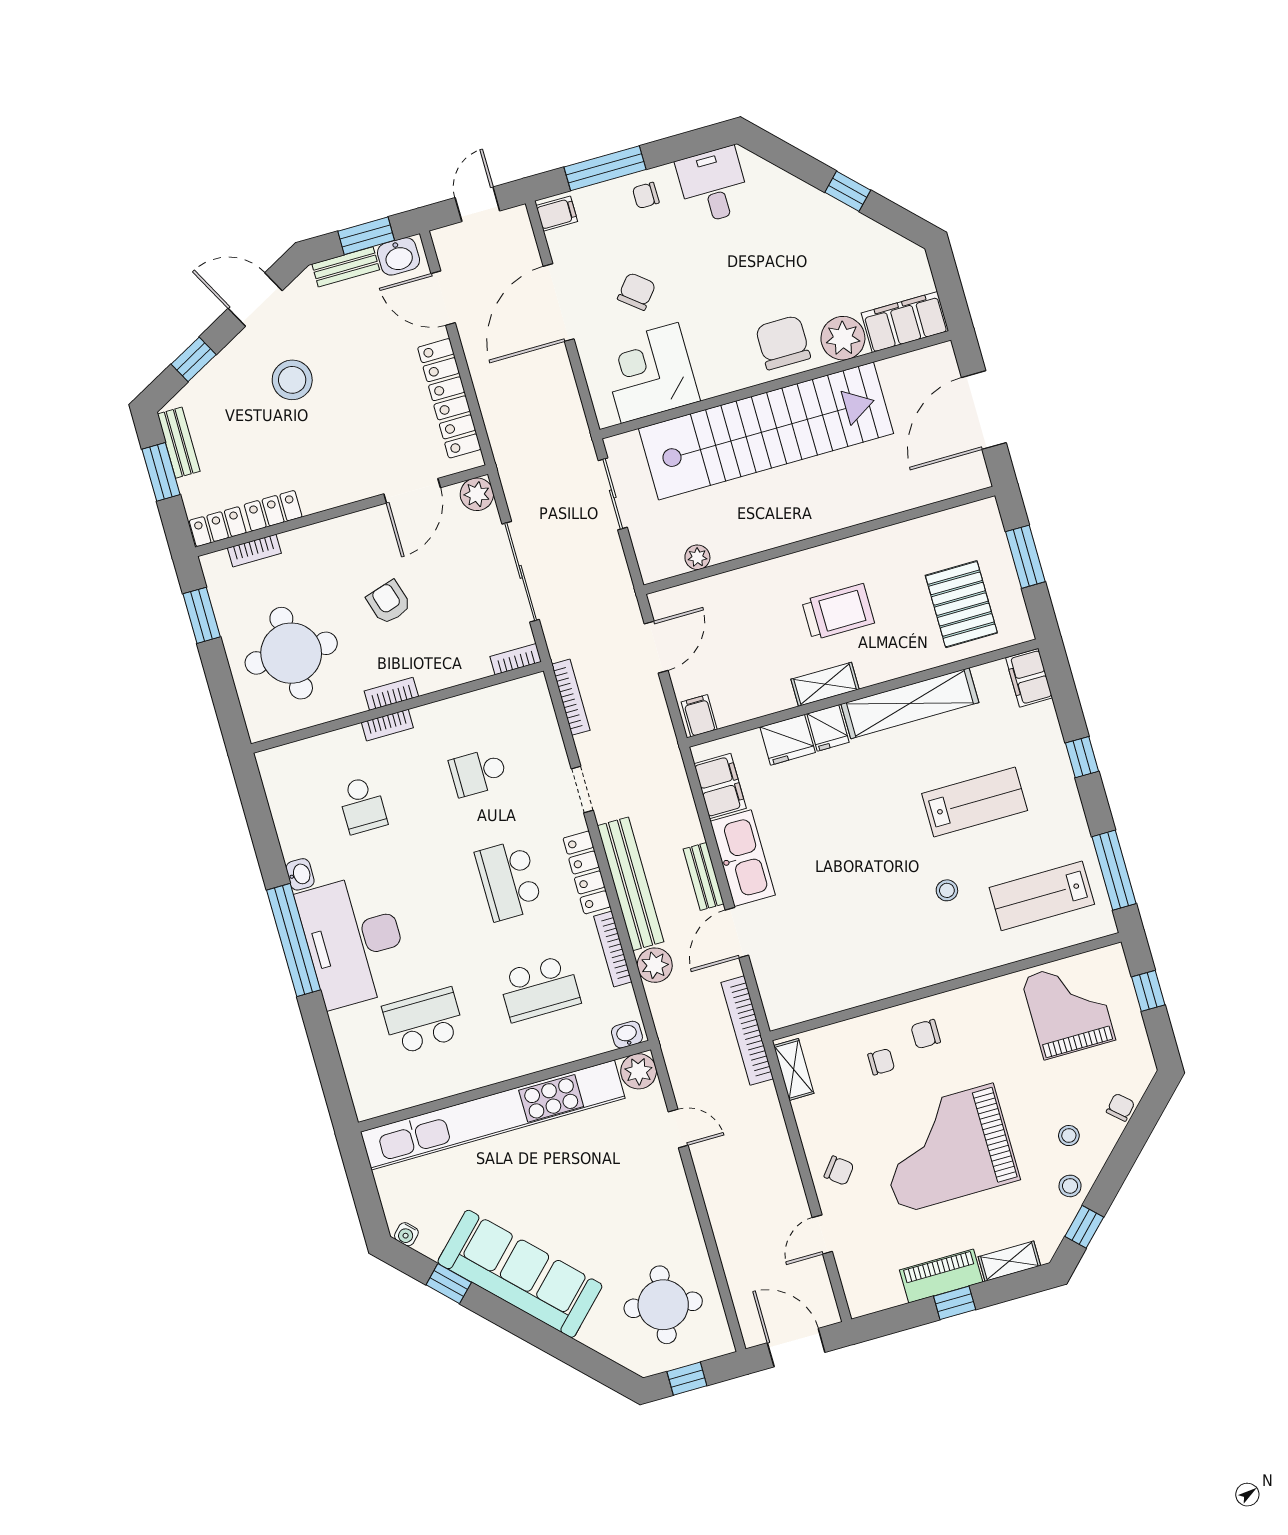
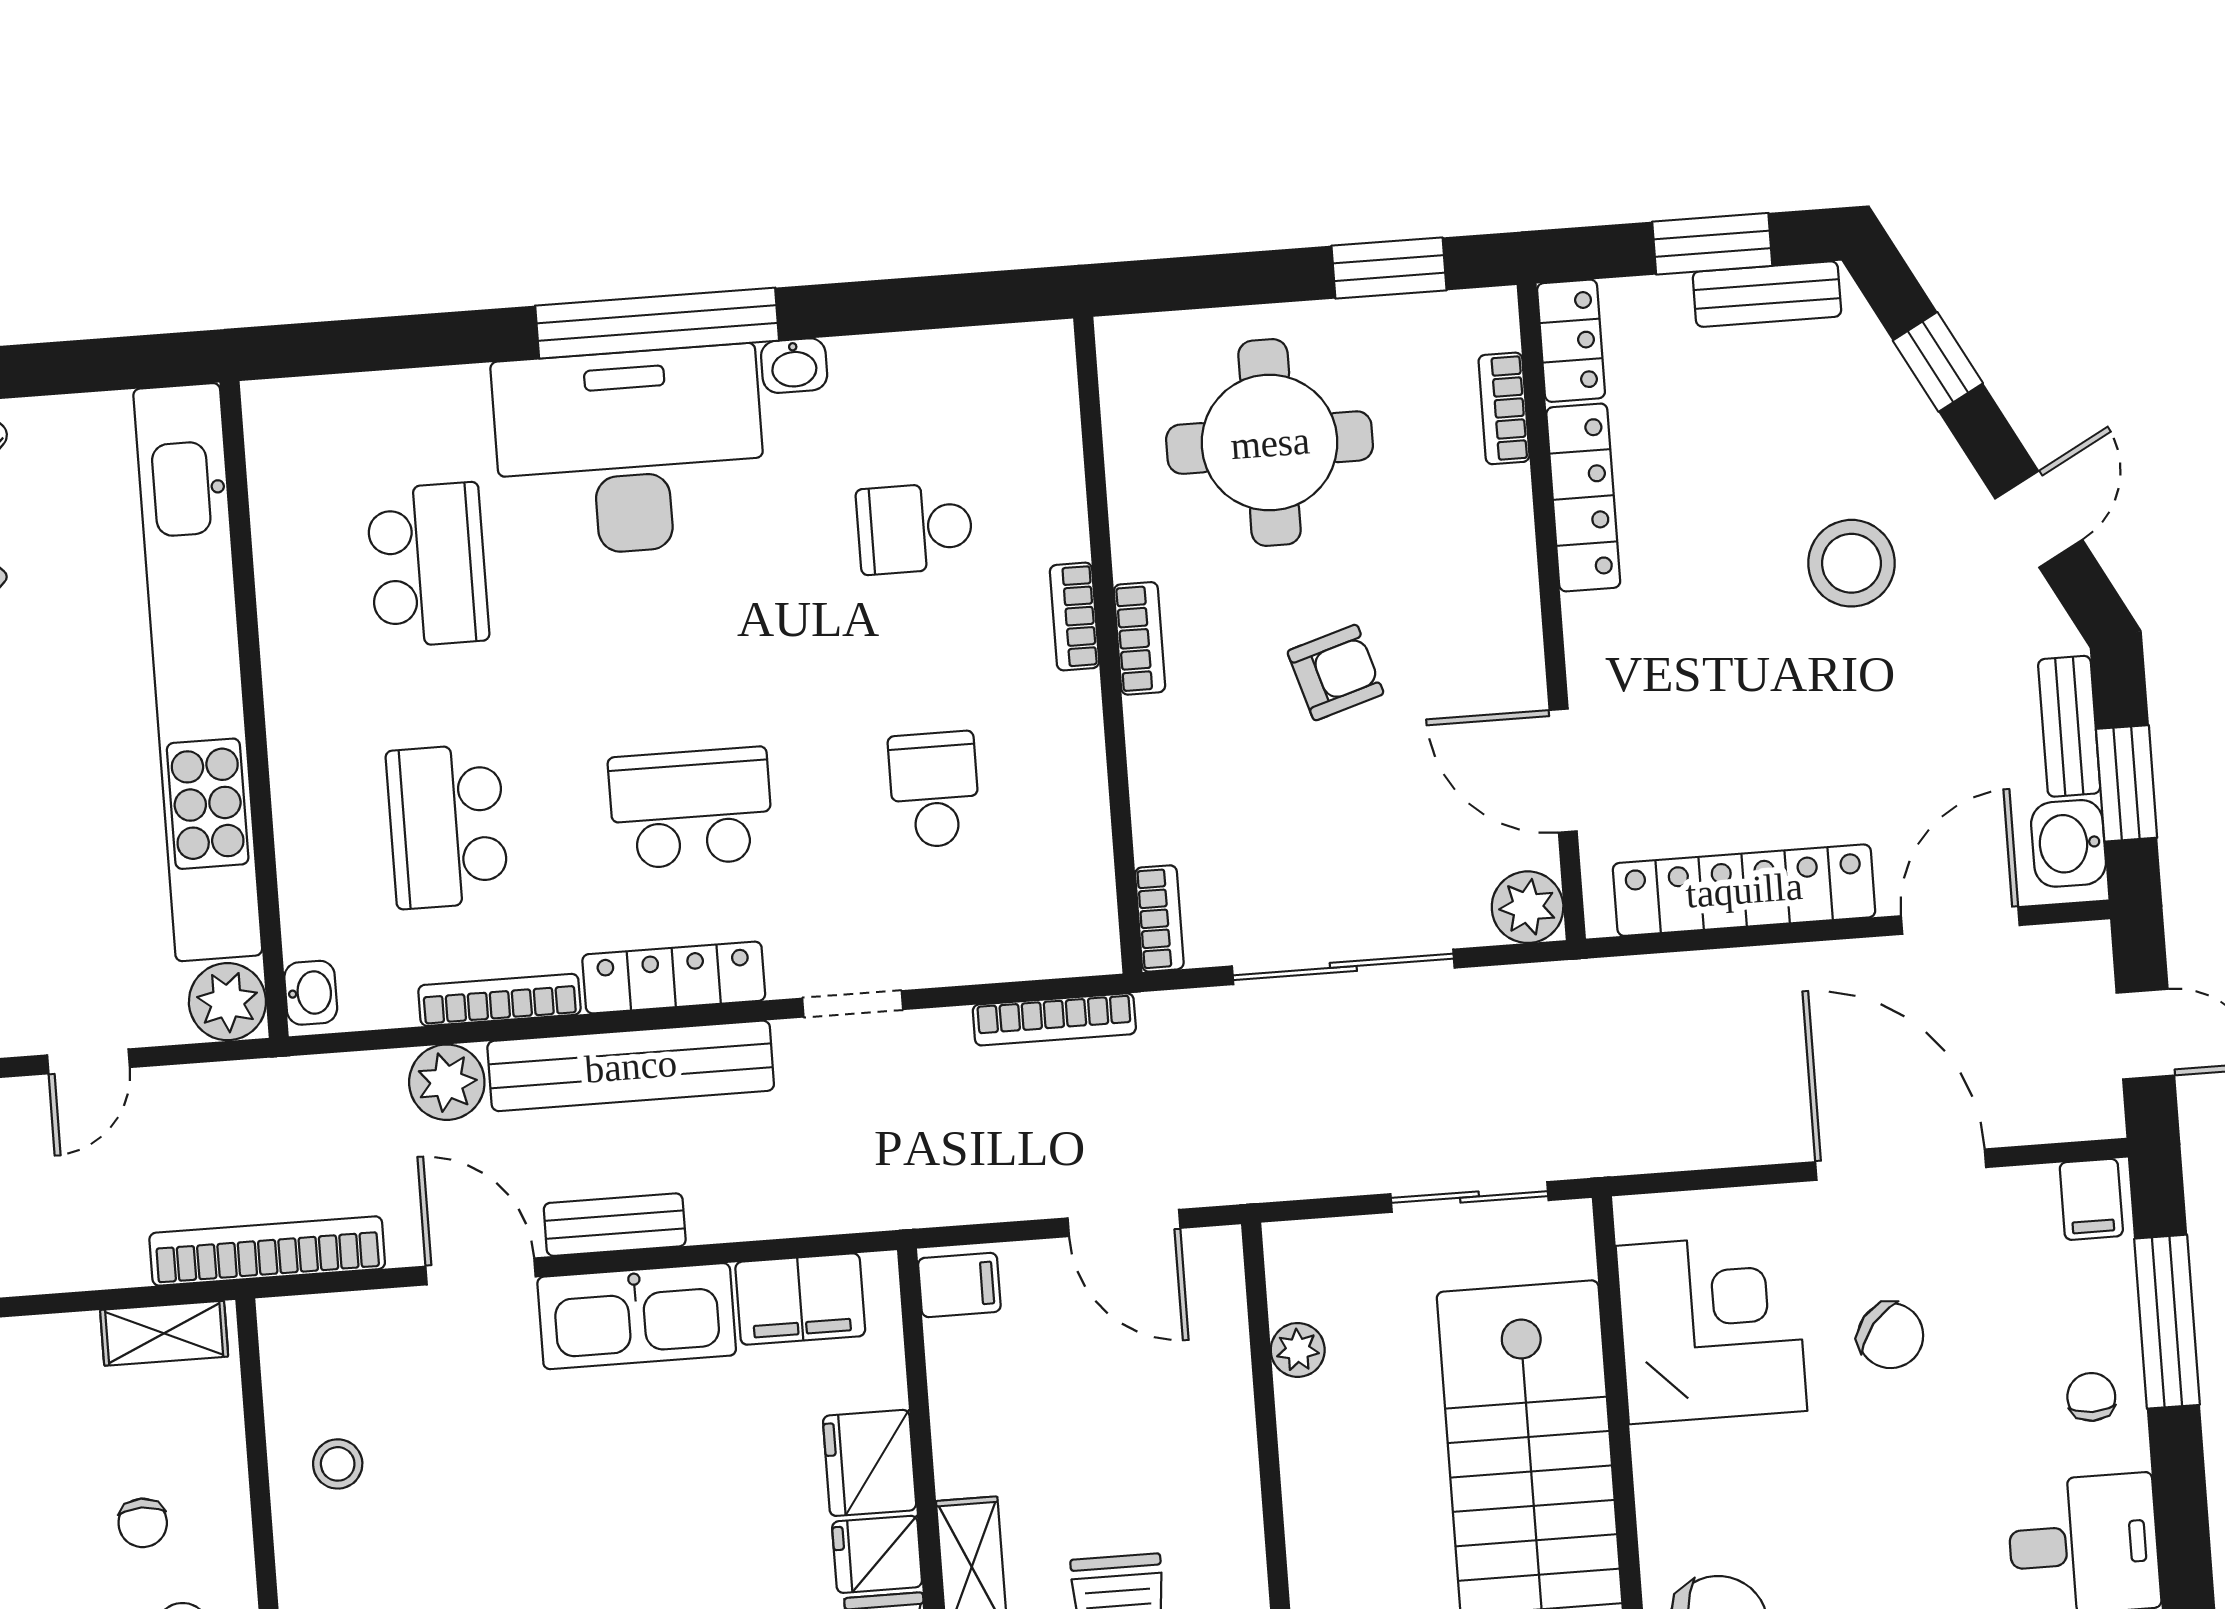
door: (255, 300) -> (2039, 519), width x0.73
locker: (273, 511) -> (1583, 497), width x1.53
stool: (837, 979) -> (338, 1464), added

